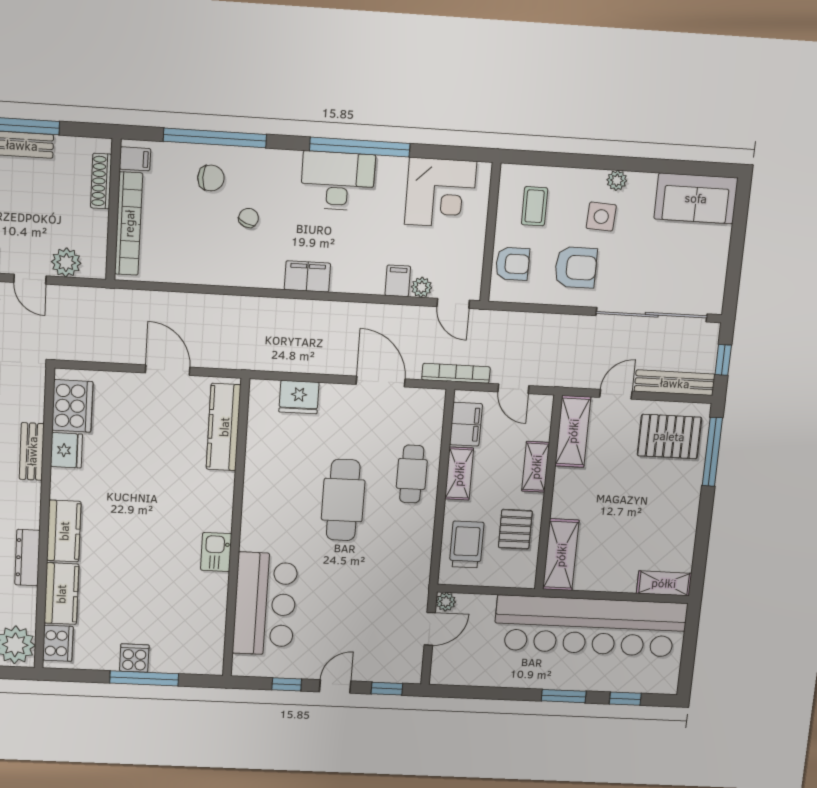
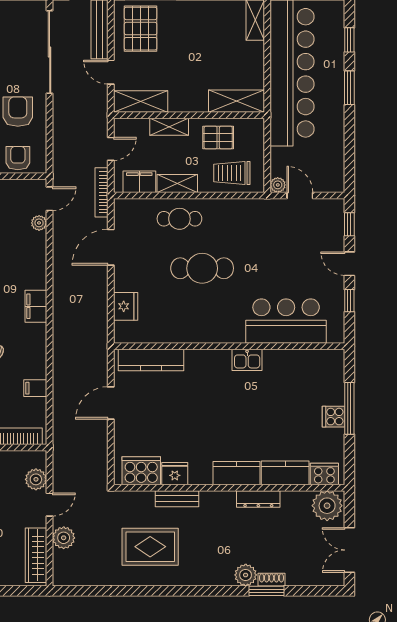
filing cabinet: (398, 281) -> (35, 388), moved

